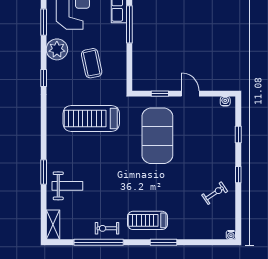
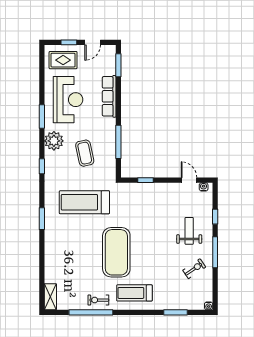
window: (129, 24) -> (118, 142), moved
door: (190, 94) -> (189, 180), moved
exercise mat: (157, 136) -> (116, 252), moved
window: (44, 172) -> (42, 219), moved
window: (238, 175) -> (215, 252), width x2.17
weight bench: (67, 186) -> (189, 231), moved, turned -90
window: (163, 242) -> (176, 312), moved

